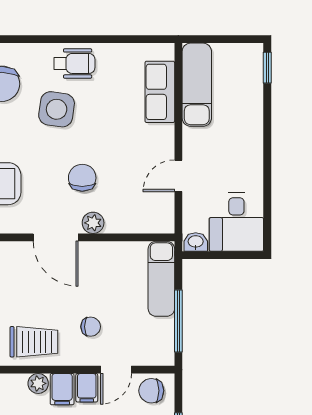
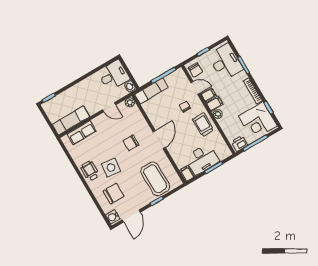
plant: (93, 223) -> (130, 102), moved

